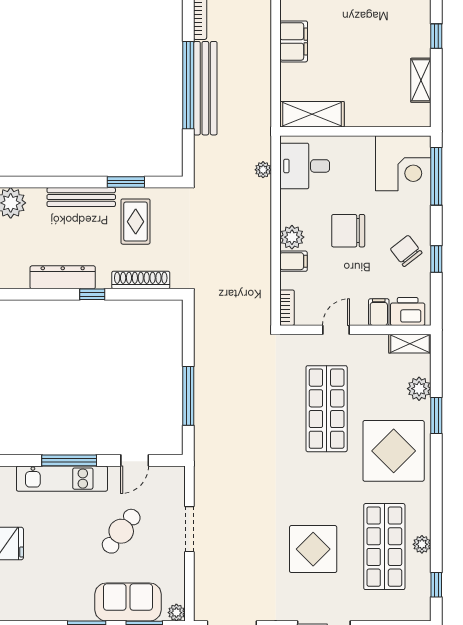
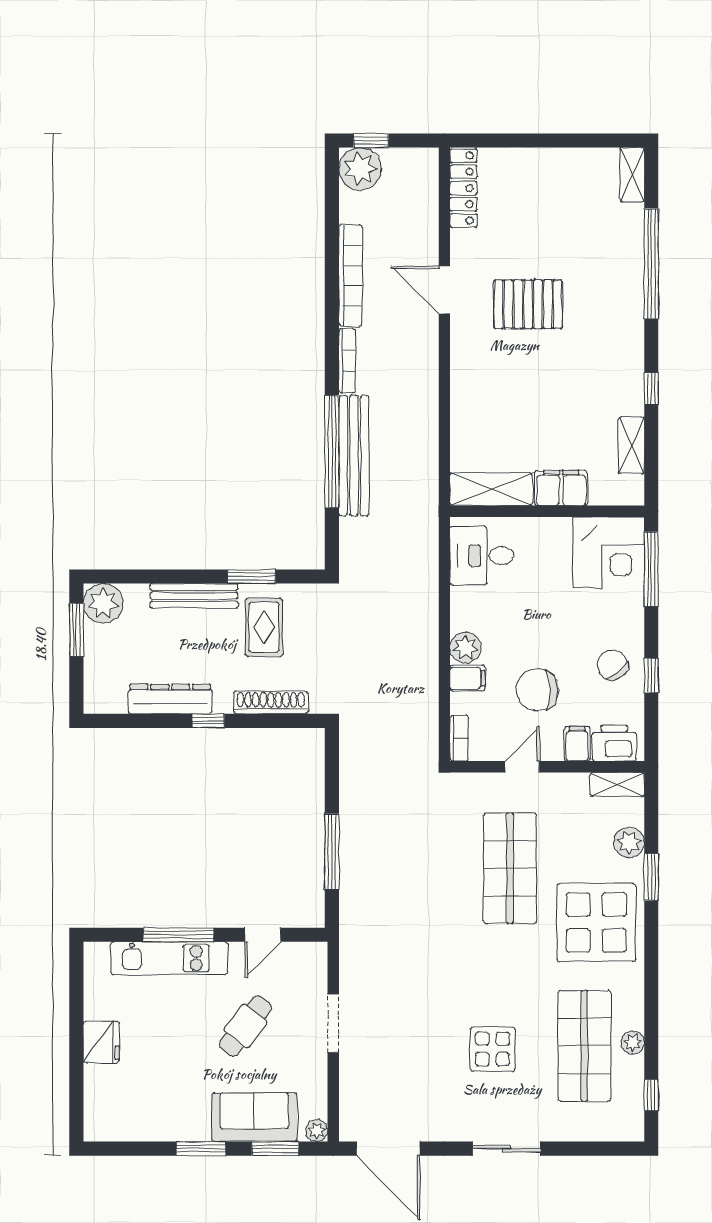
filing cabinet: (294, 41) -> (561, 488), moved, turned -90
plant: (263, 170) -> (428, 561), removed
chair: (348, 231) -> (537, 690), moved
display table: (313, 549) -> (493, 1049), width x0.73, depth x0.73

